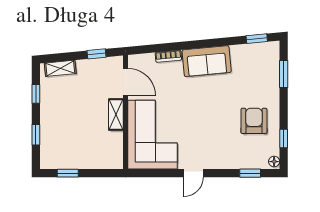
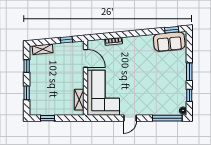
sofa: (207, 61) -> (169, 42), moved
window: (284, 74) -> (189, 72), moved
shelving: (116, 115) -> (79, 100), moved
armchair: (254, 121) -> (170, 84), removed
window: (250, 173) -> (167, 118), width x2.17

